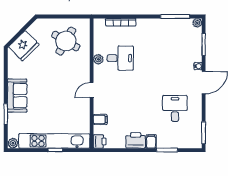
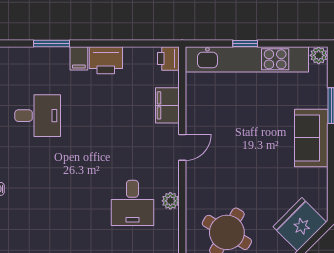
desk: (120, 58) -> (132, 203), turned -90
desk: (175, 108) -> (38, 116), turned -90
filing cabinet: (100, 119) -> (167, 105), width x2.00

